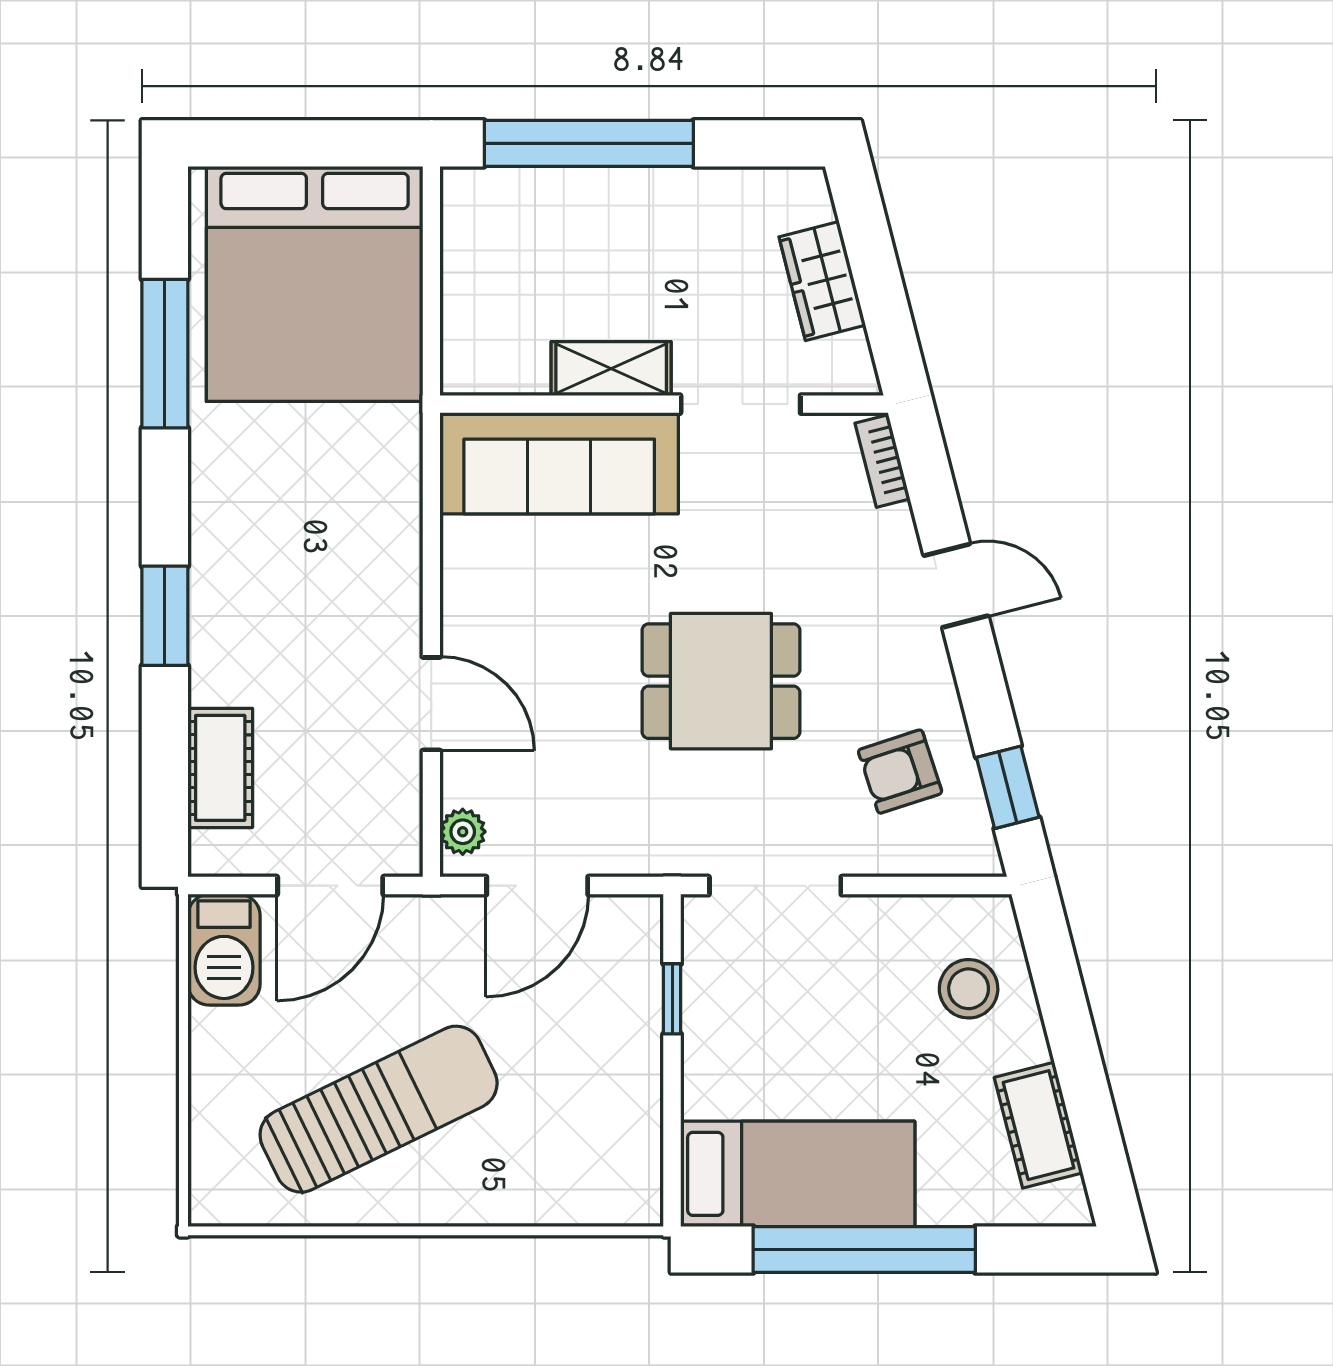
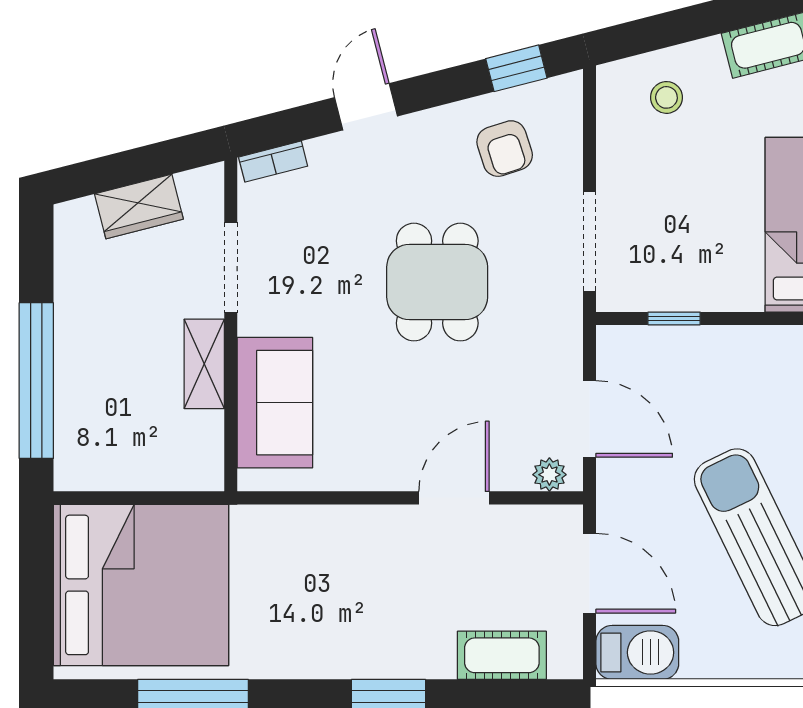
sofa: (559, 463) -> (275, 403), width x0.73
stool: (969, 989) -> (666, 97), width x0.73, depth x0.73

